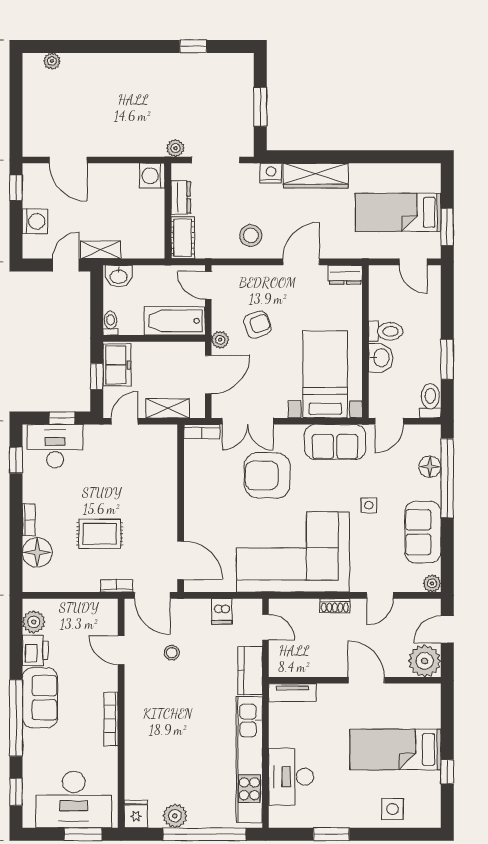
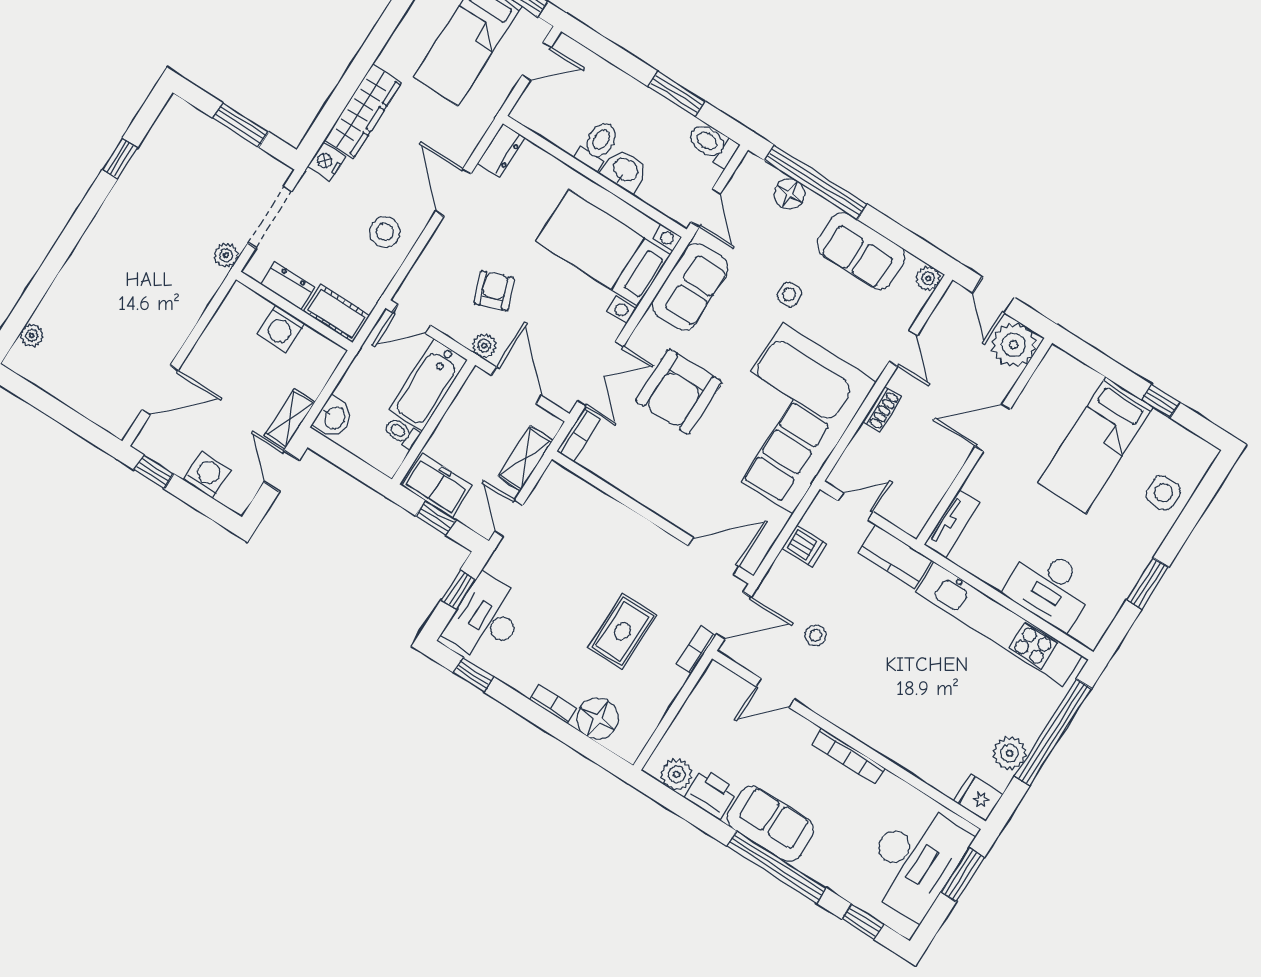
washing machine: (152, 176) -> (281, 329), moved
toilet: (110, 323) -> (402, 433), moved

